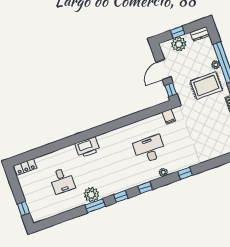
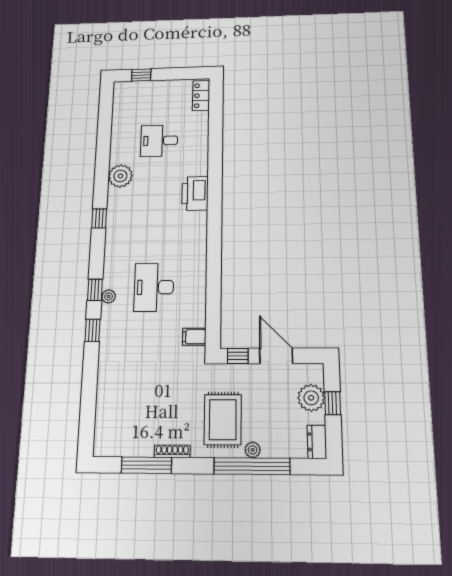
desk: (149, 149) -> (154, 287), turned 180
window: (145, 188) -> (95, 290), moved
window: (95, 206) -> (102, 176), removed

